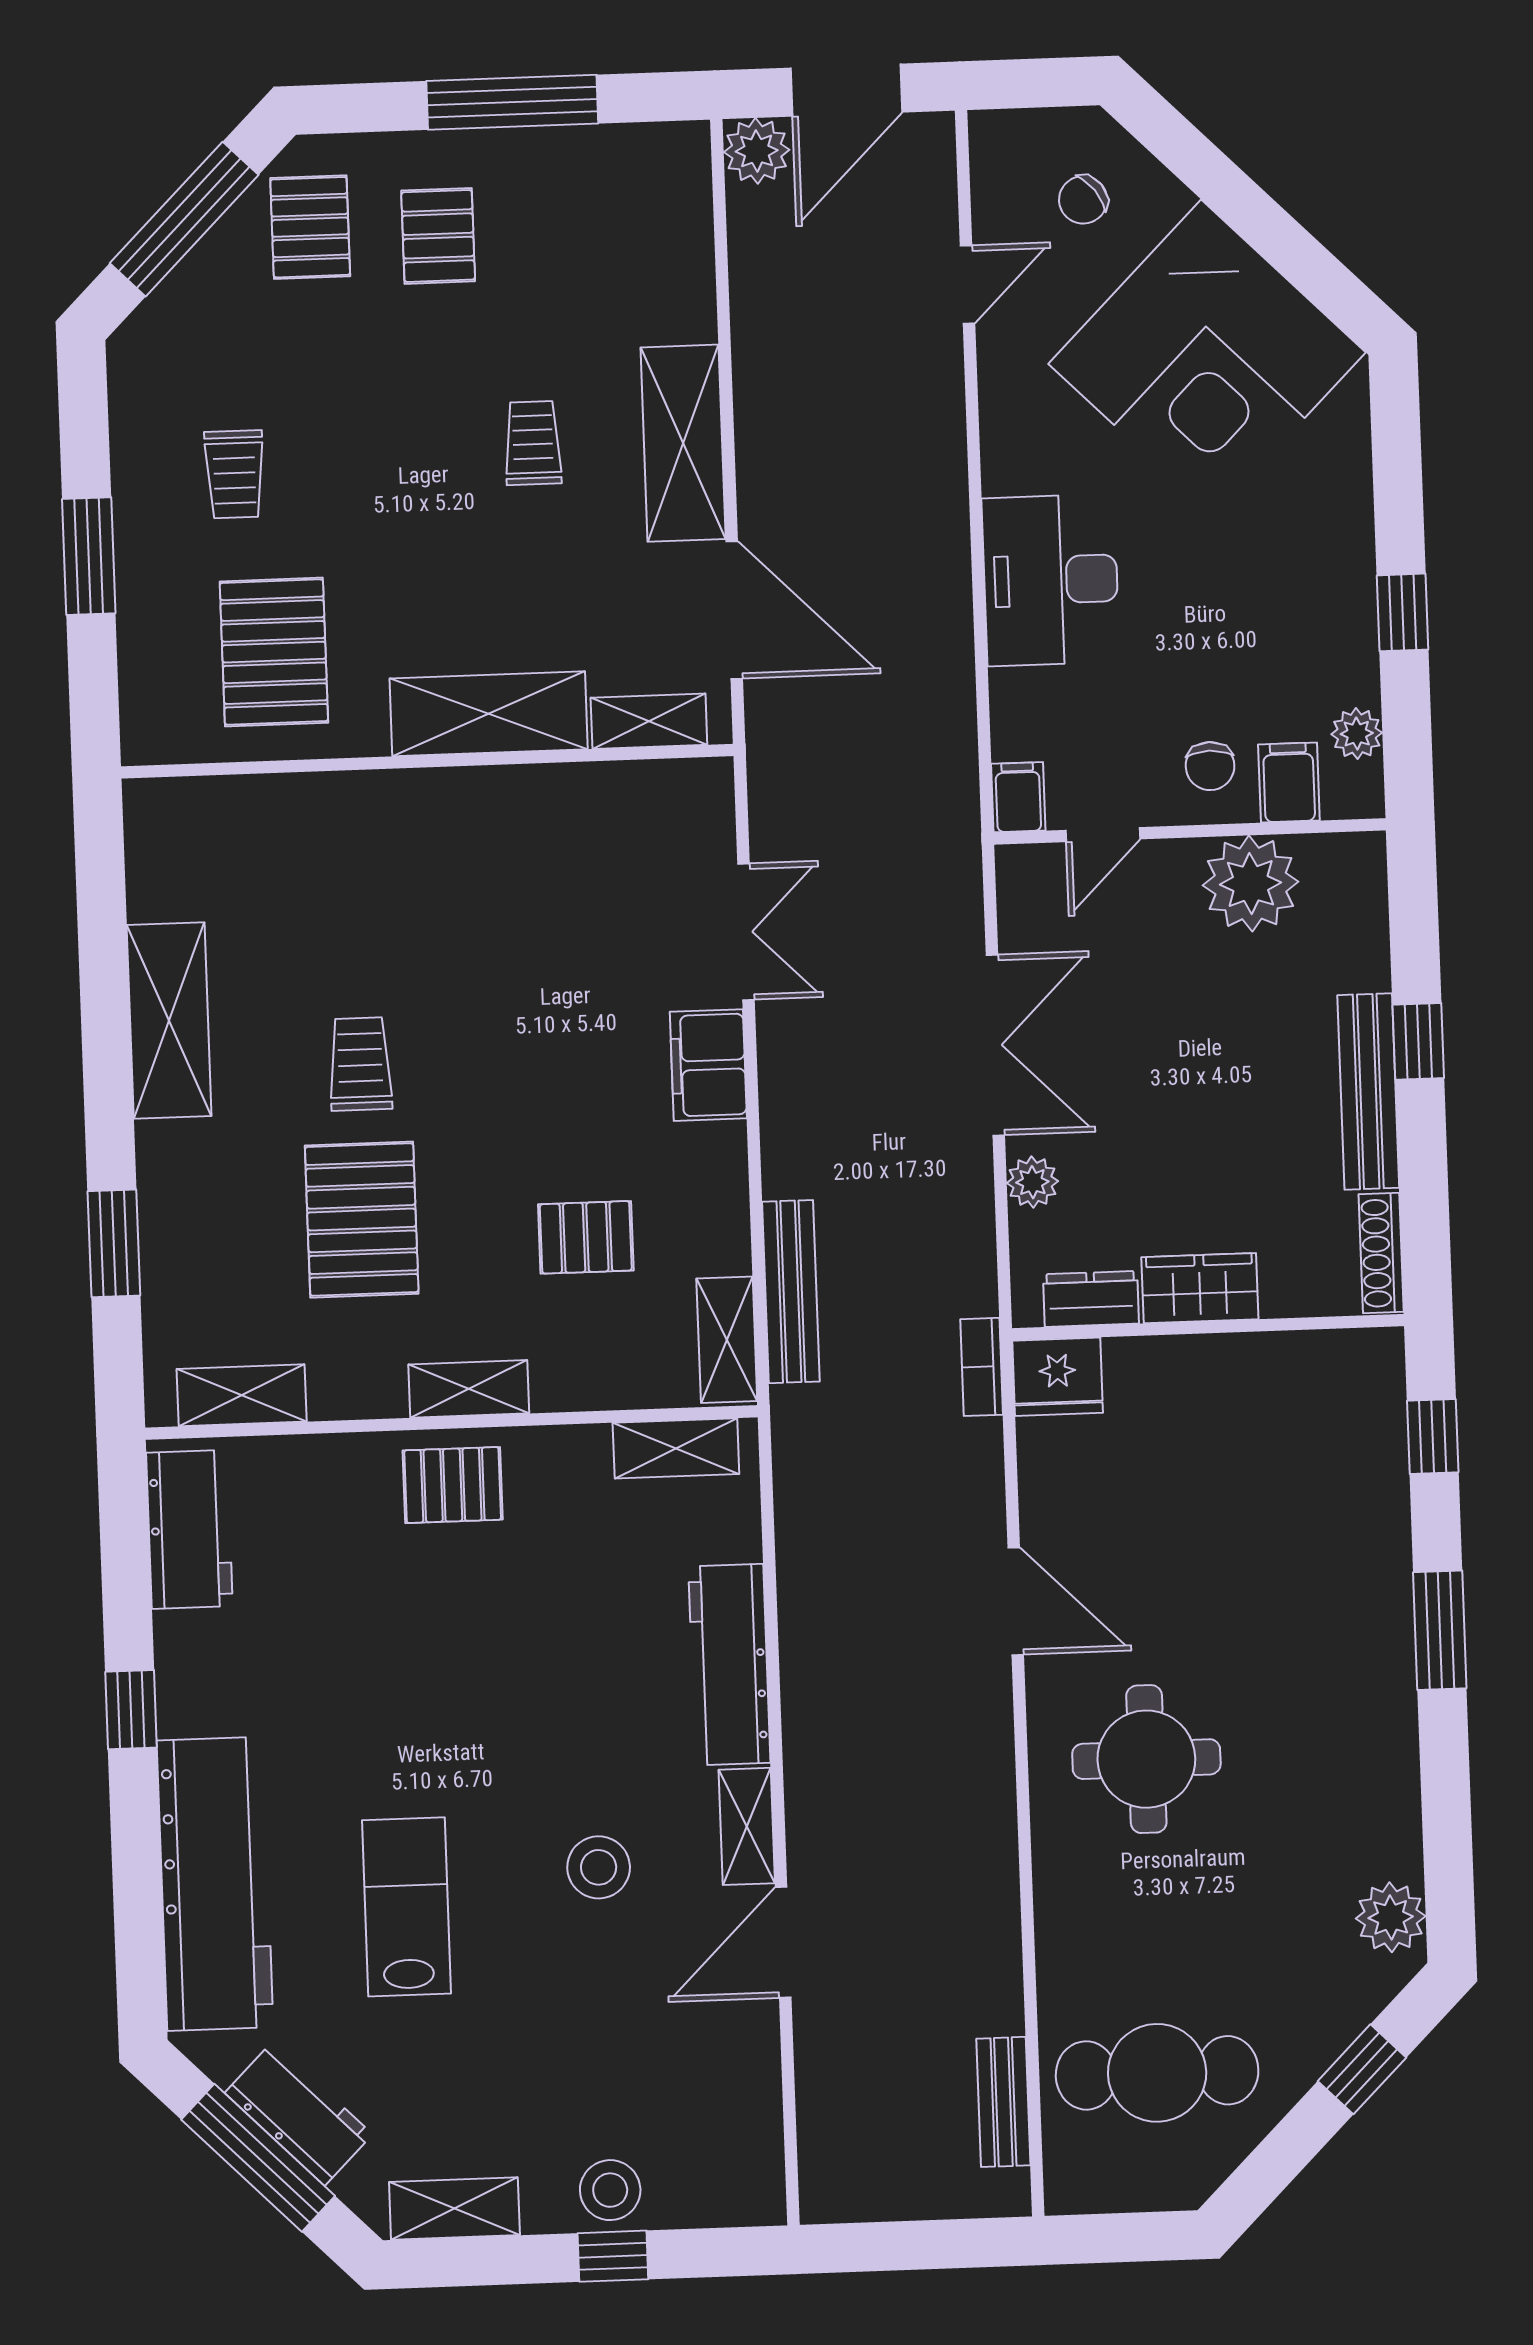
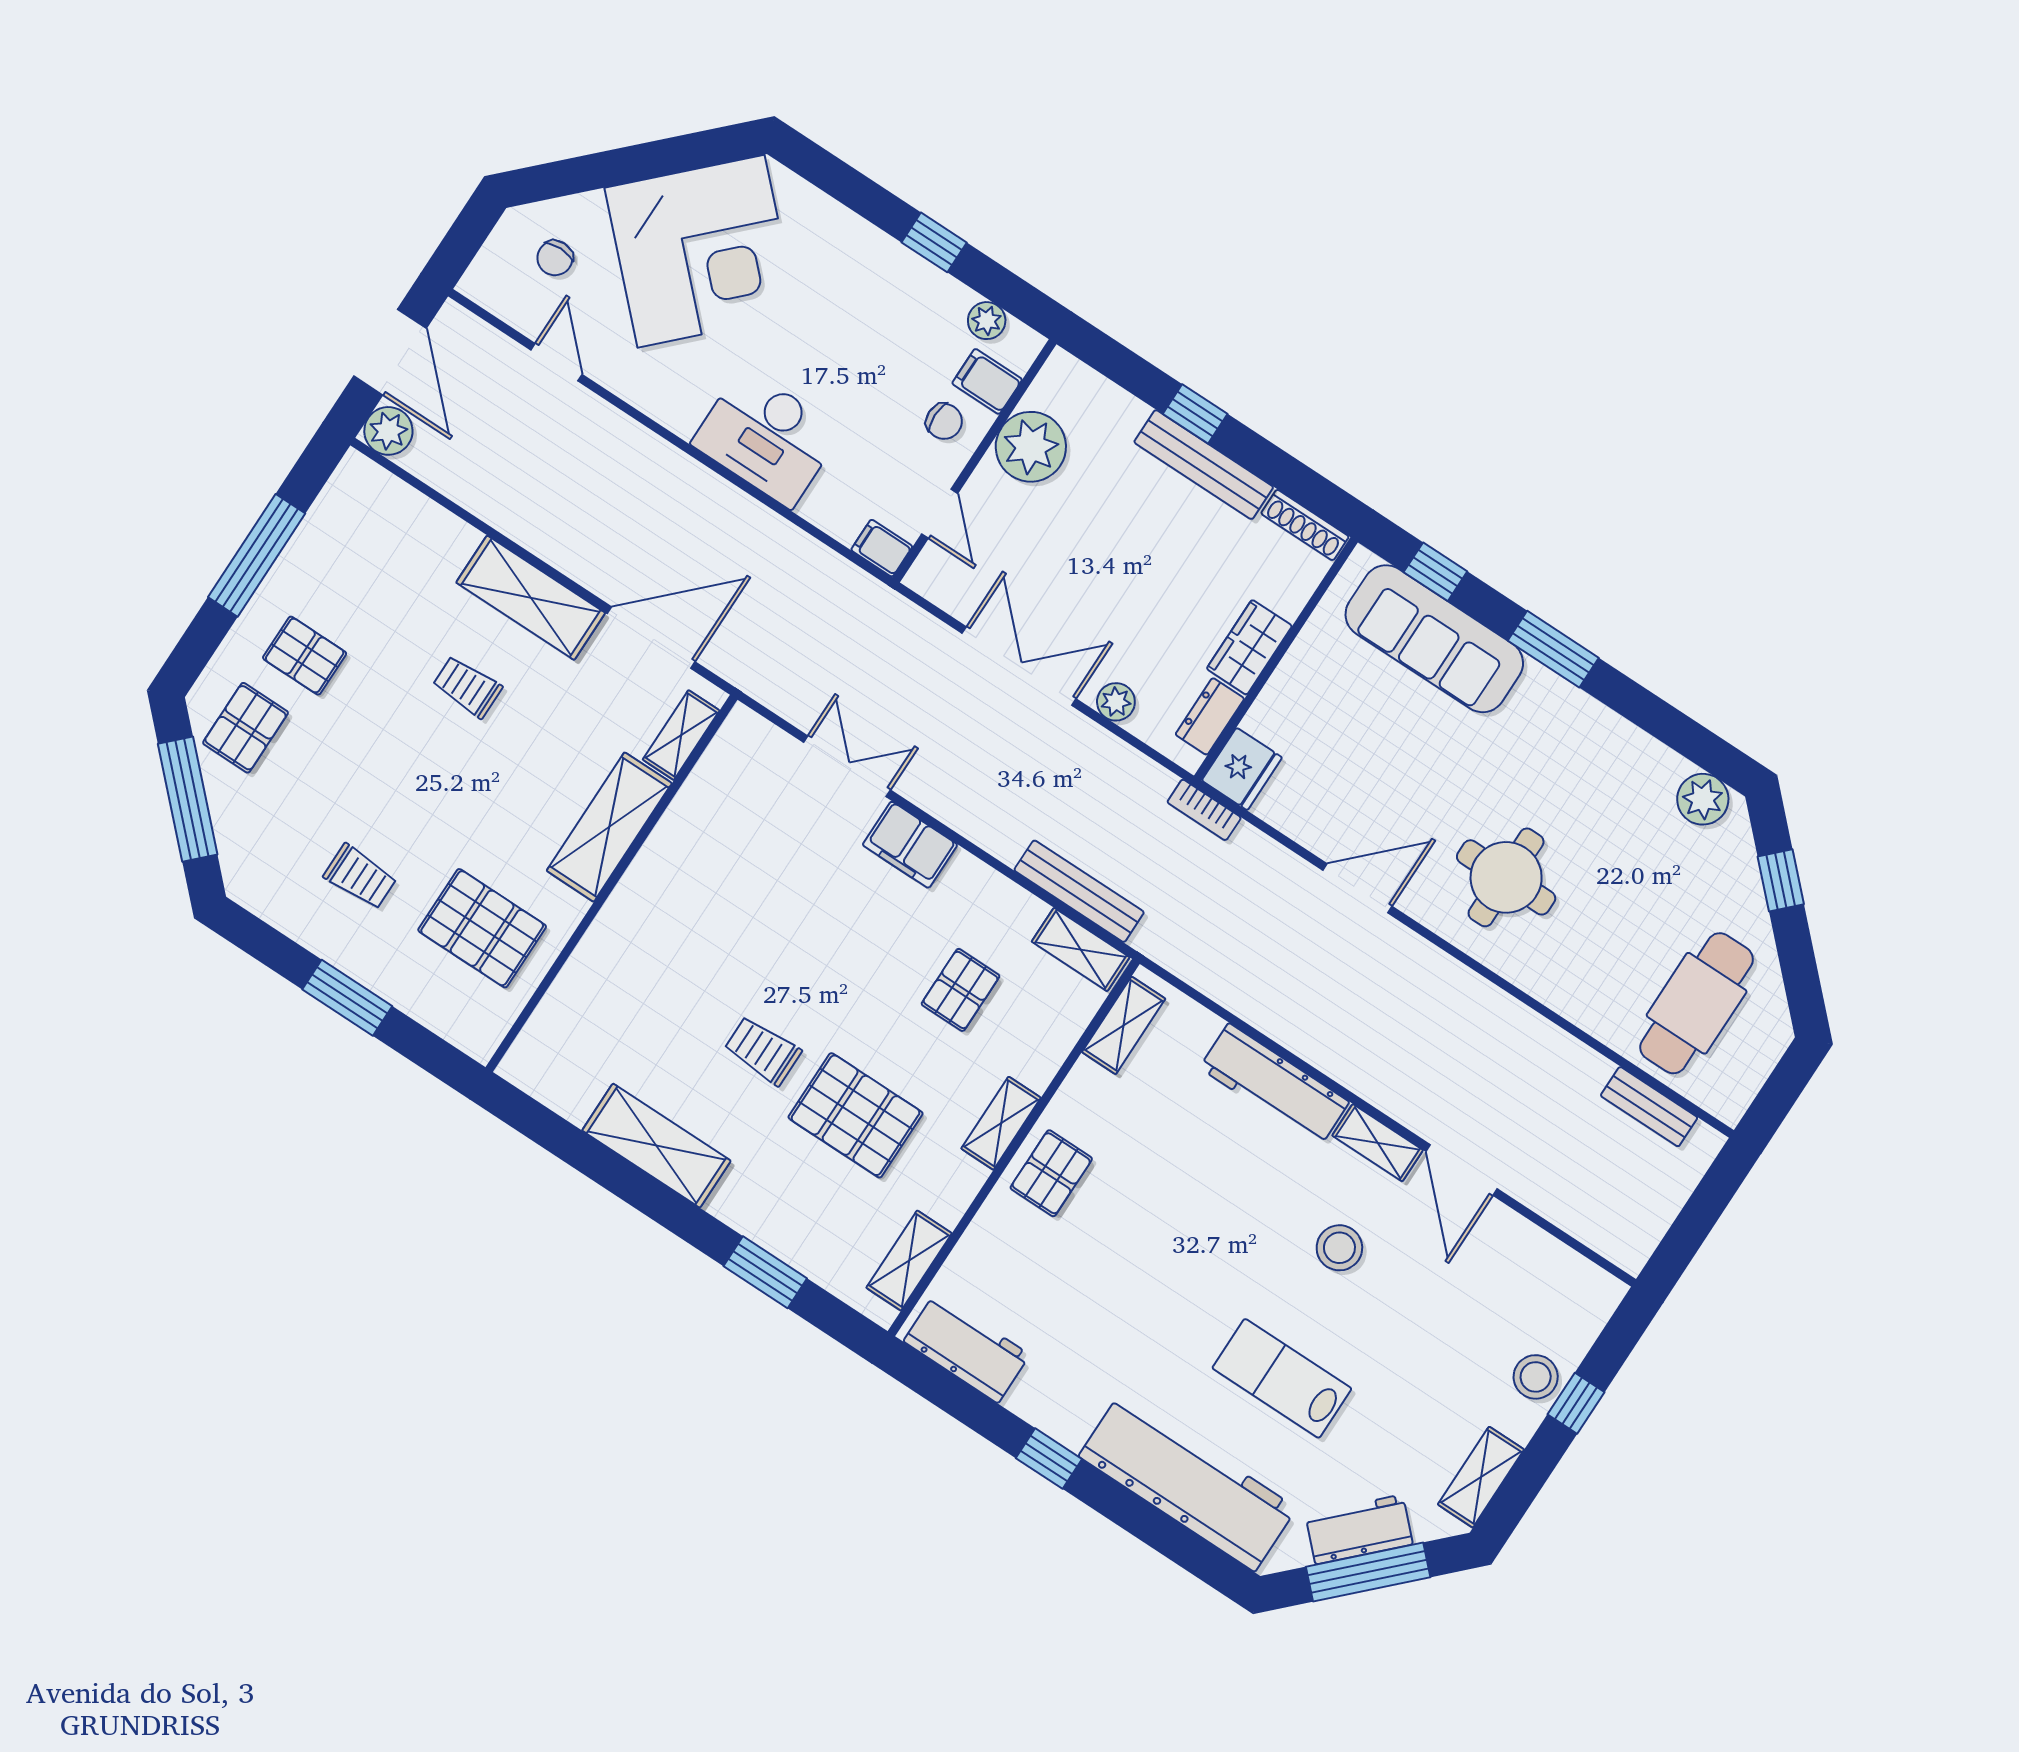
chair: (1083, 200) -> (555, 258), turned 37
pallet: (310, 227) -> (246, 728), turned 90
sofa: (1357, 1489) -> (1434, 639), added

